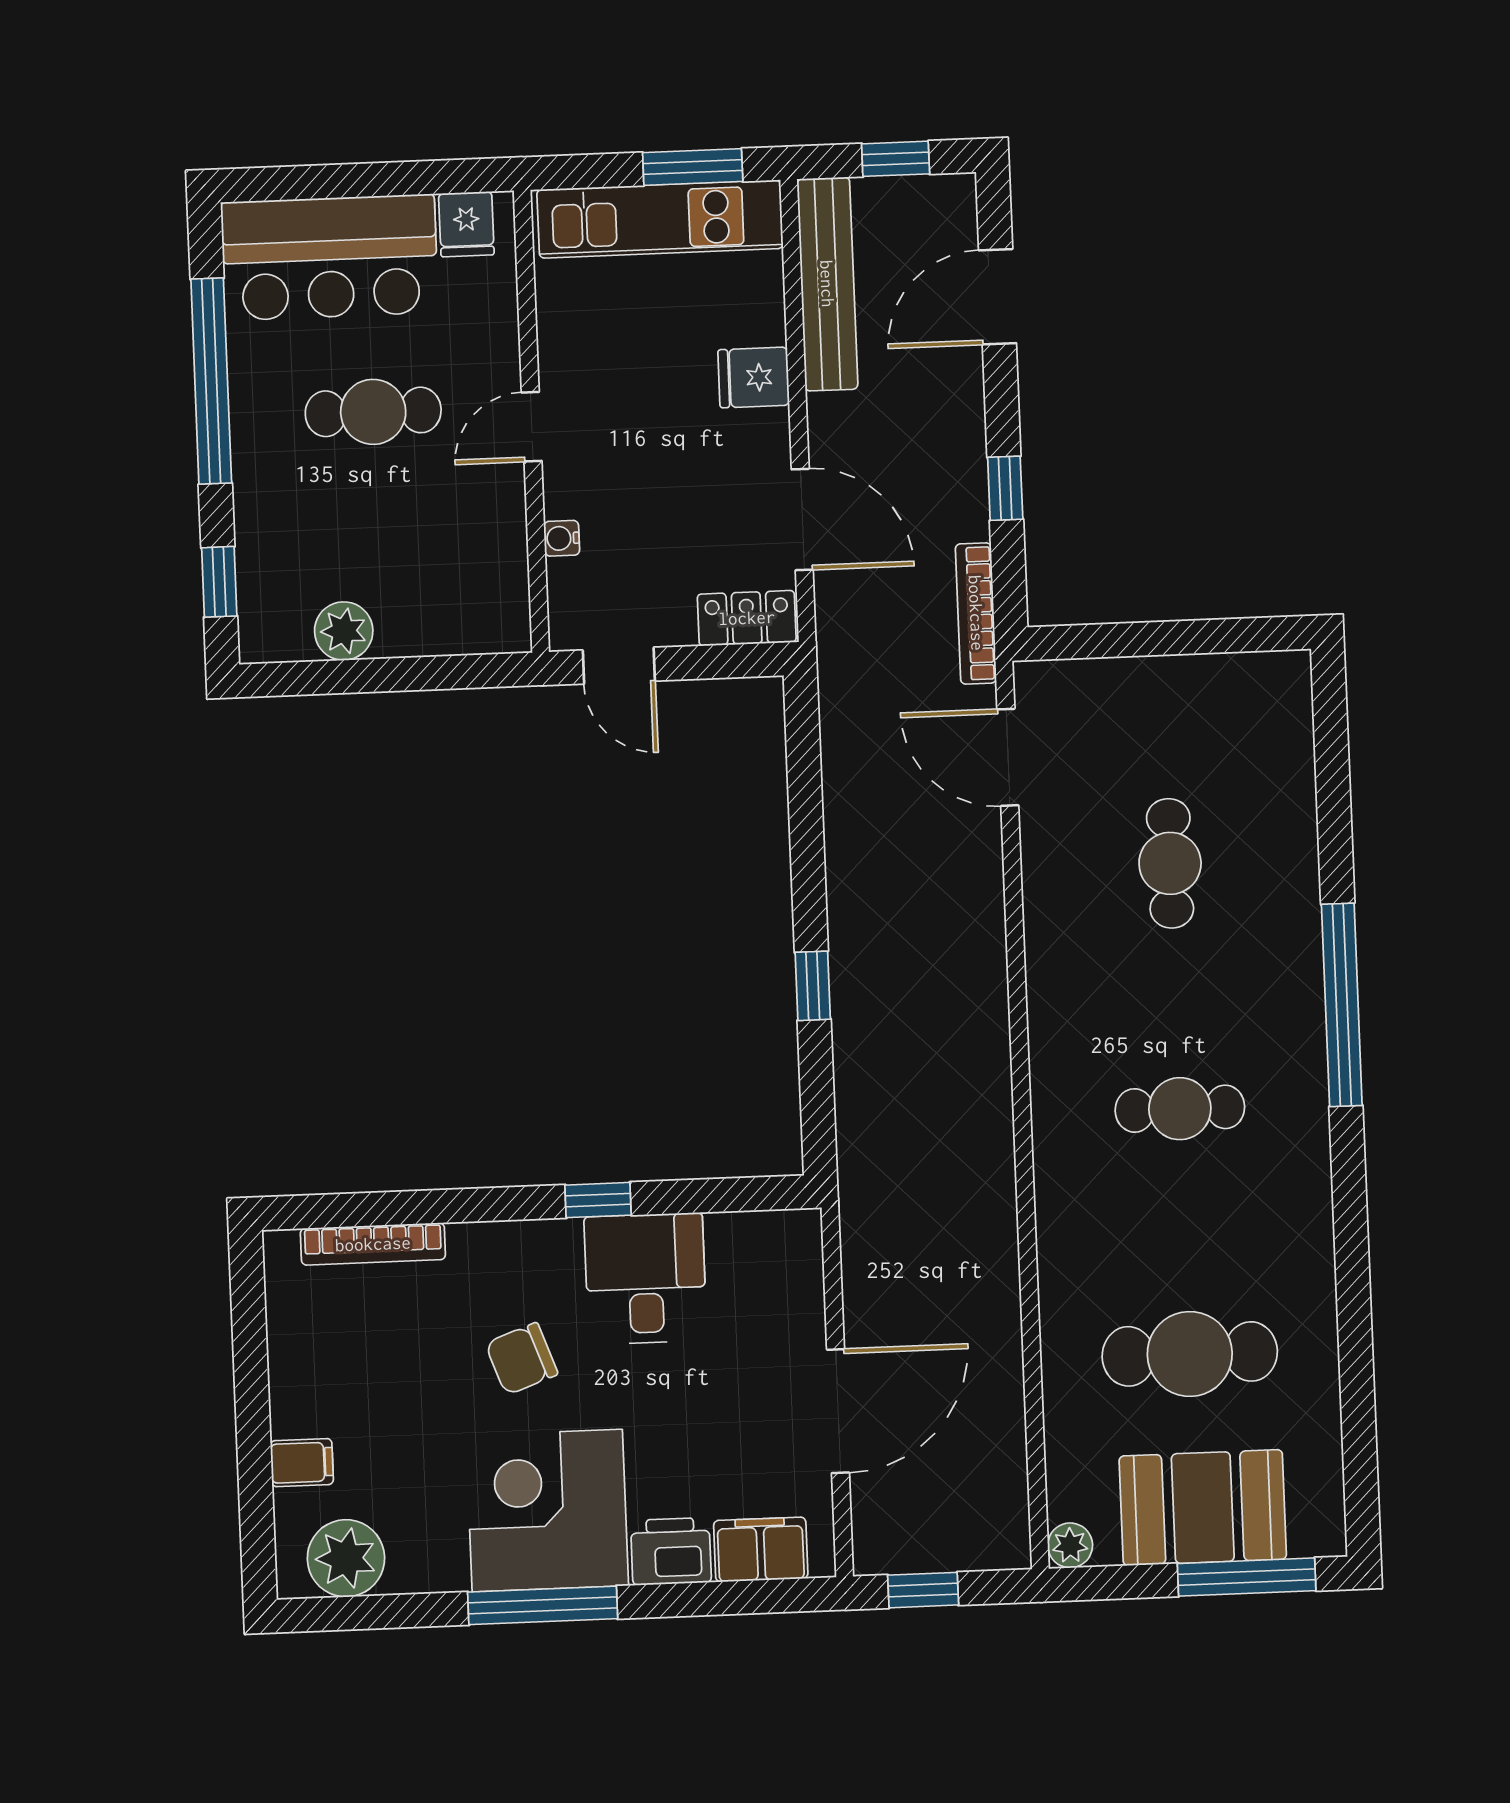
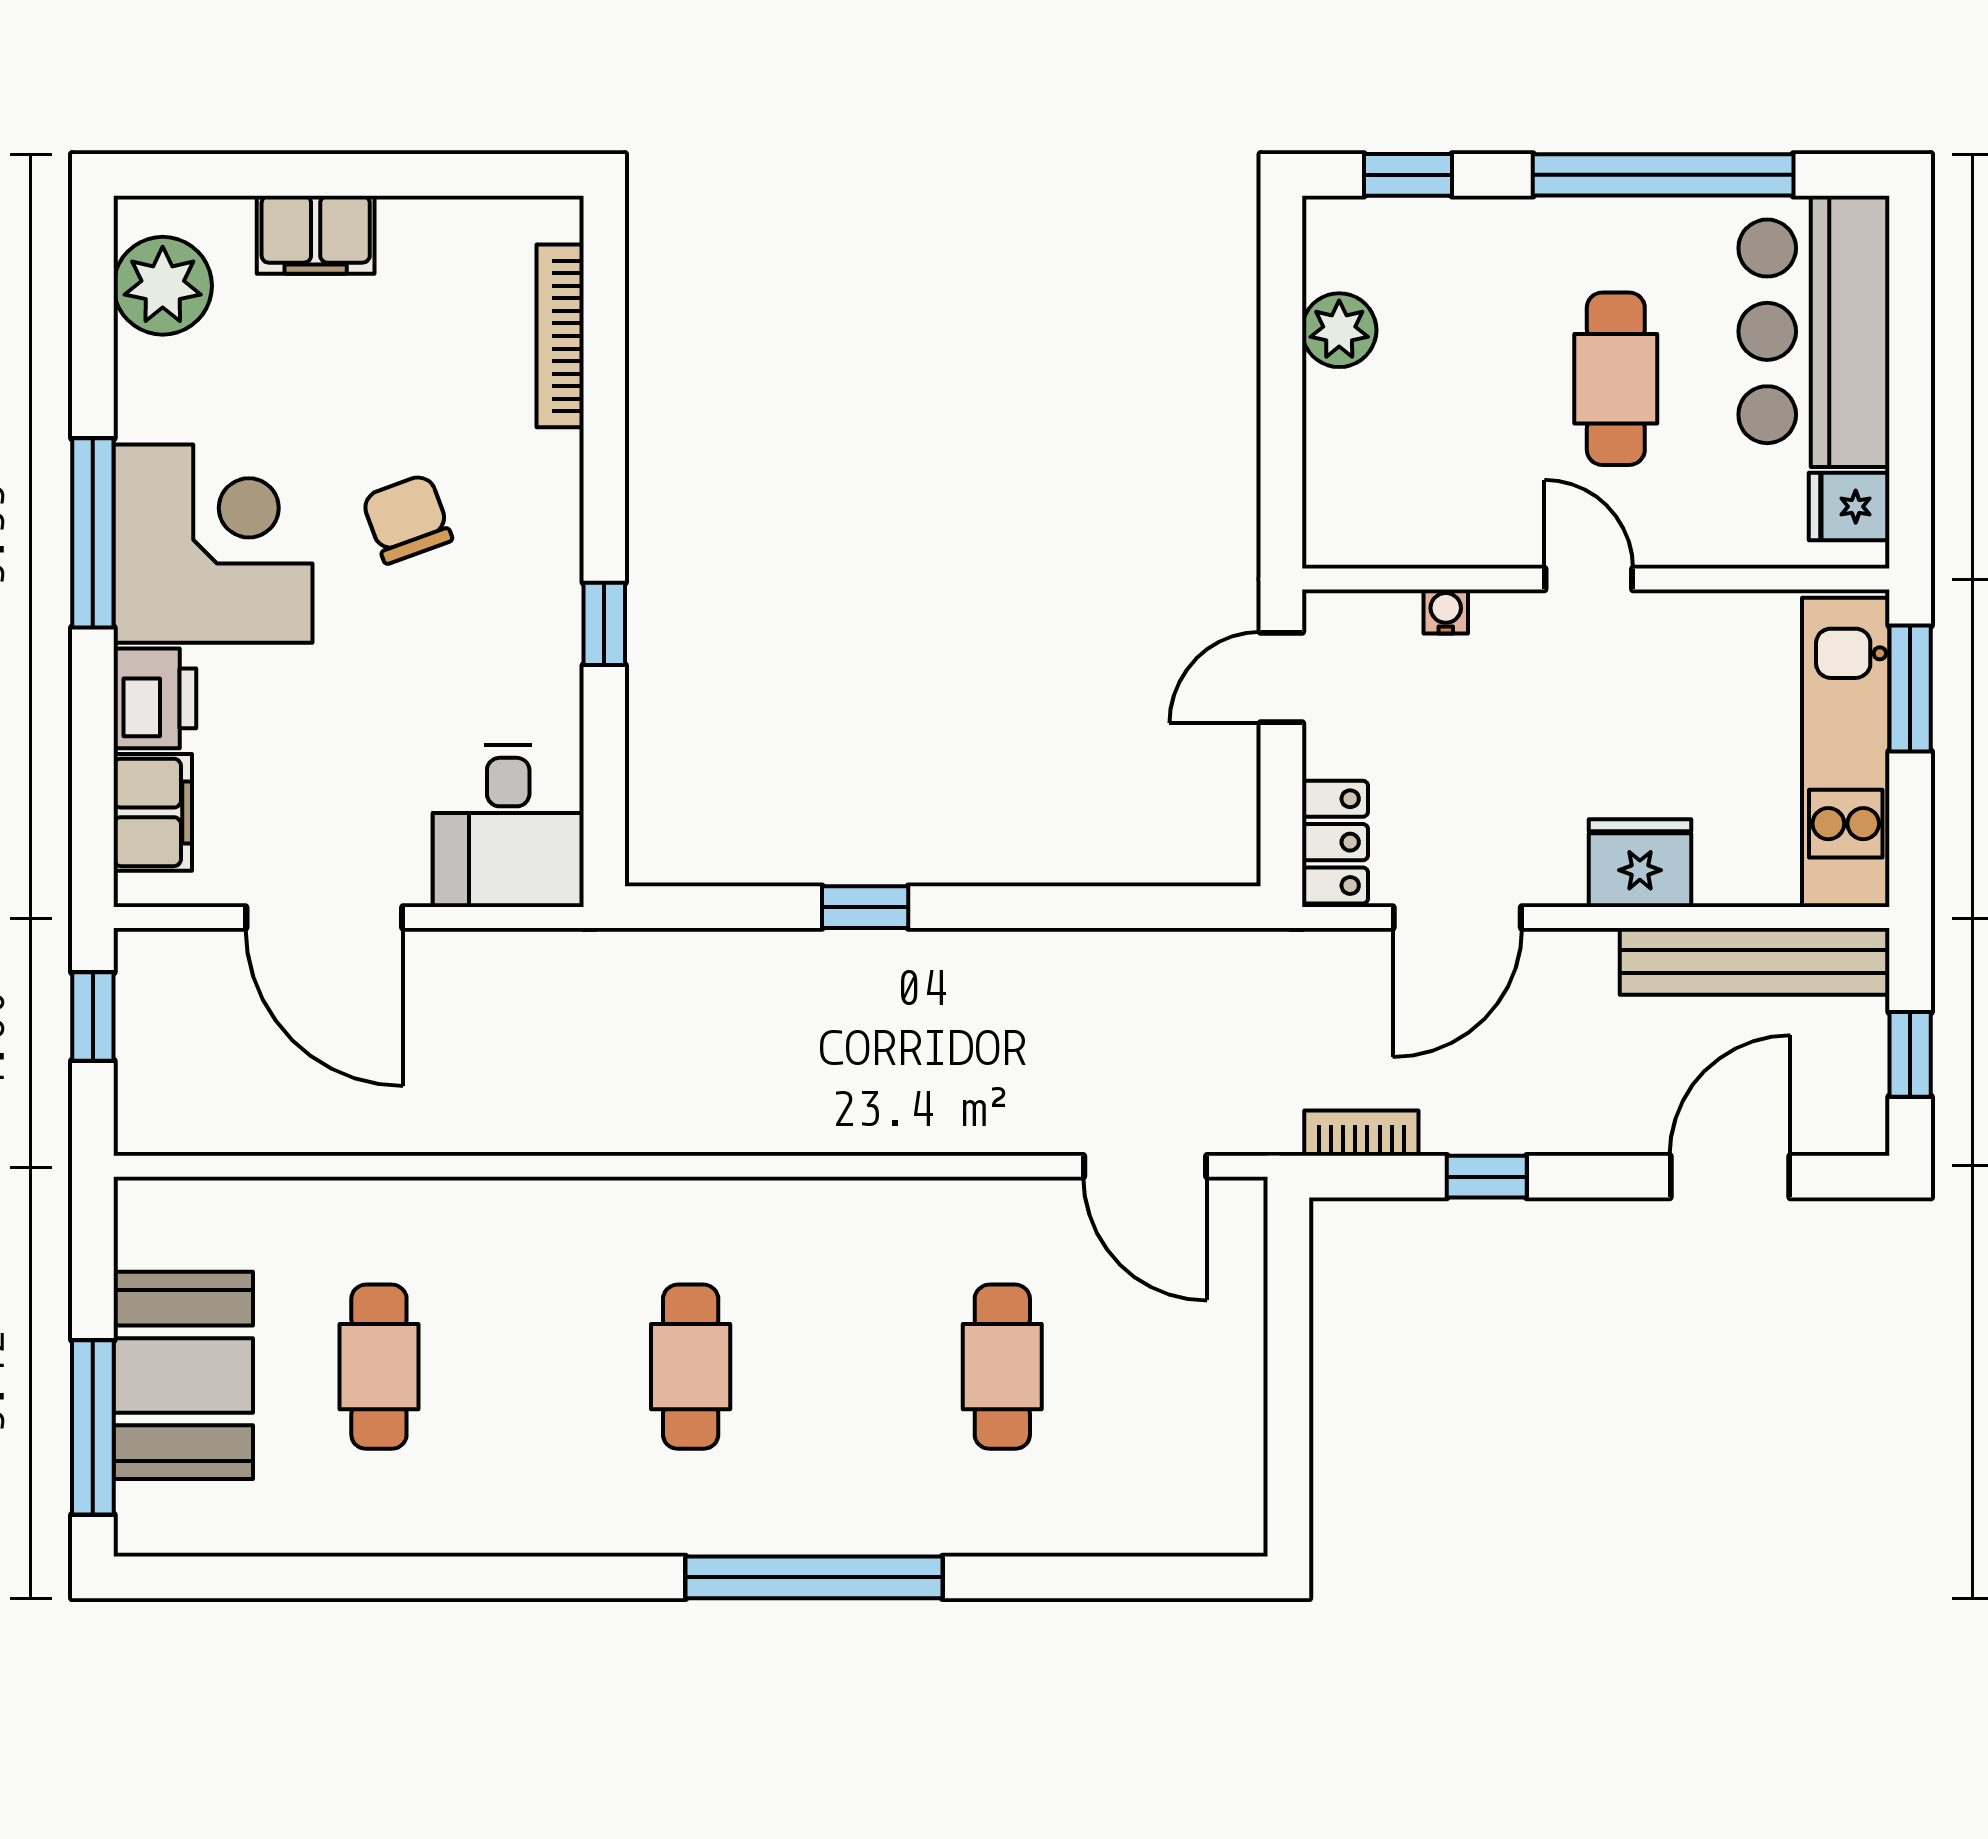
window: (693, 167) -> (1910, 688), moved
door: (998, 297) -> (1730, 1177), hinge flipped
fridge: (754, 377) -> (1640, 863), width x1.38
bookcase: (976, 613) -> (1361, 1133), width x0.64
door: (1008, 757) -> (1145, 1166), swing flipped
cafe table: (1170, 863) -> (1002, 1367), turned 90
desk: (645, 1279) -> (508, 826), moved, turned 90
cafe table: (1190, 1354) -> (379, 1367), width x0.73, depth x0.74
filing cabinet: (302, 1463) -> (316, 235), width x2.00
plant: (1070, 1545) -> (142, 1205), removed

